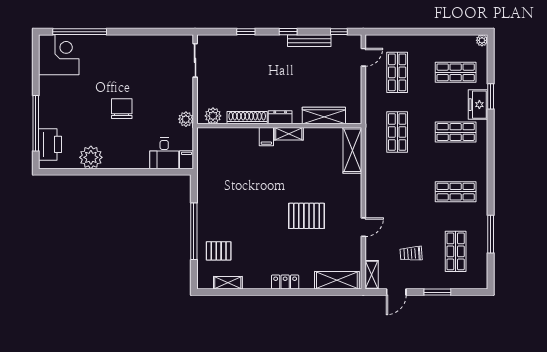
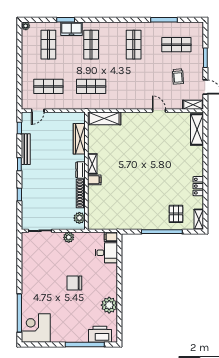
door: (363, 57) -> (38, 111), swing flipped
plant: (186, 119) -> (69, 237), moved
pallet: (306, 216) -> (151, 151), removed
locker: (285, 282) -> (198, 186), moved
shelving: (228, 283) -> (199, 219), moved

